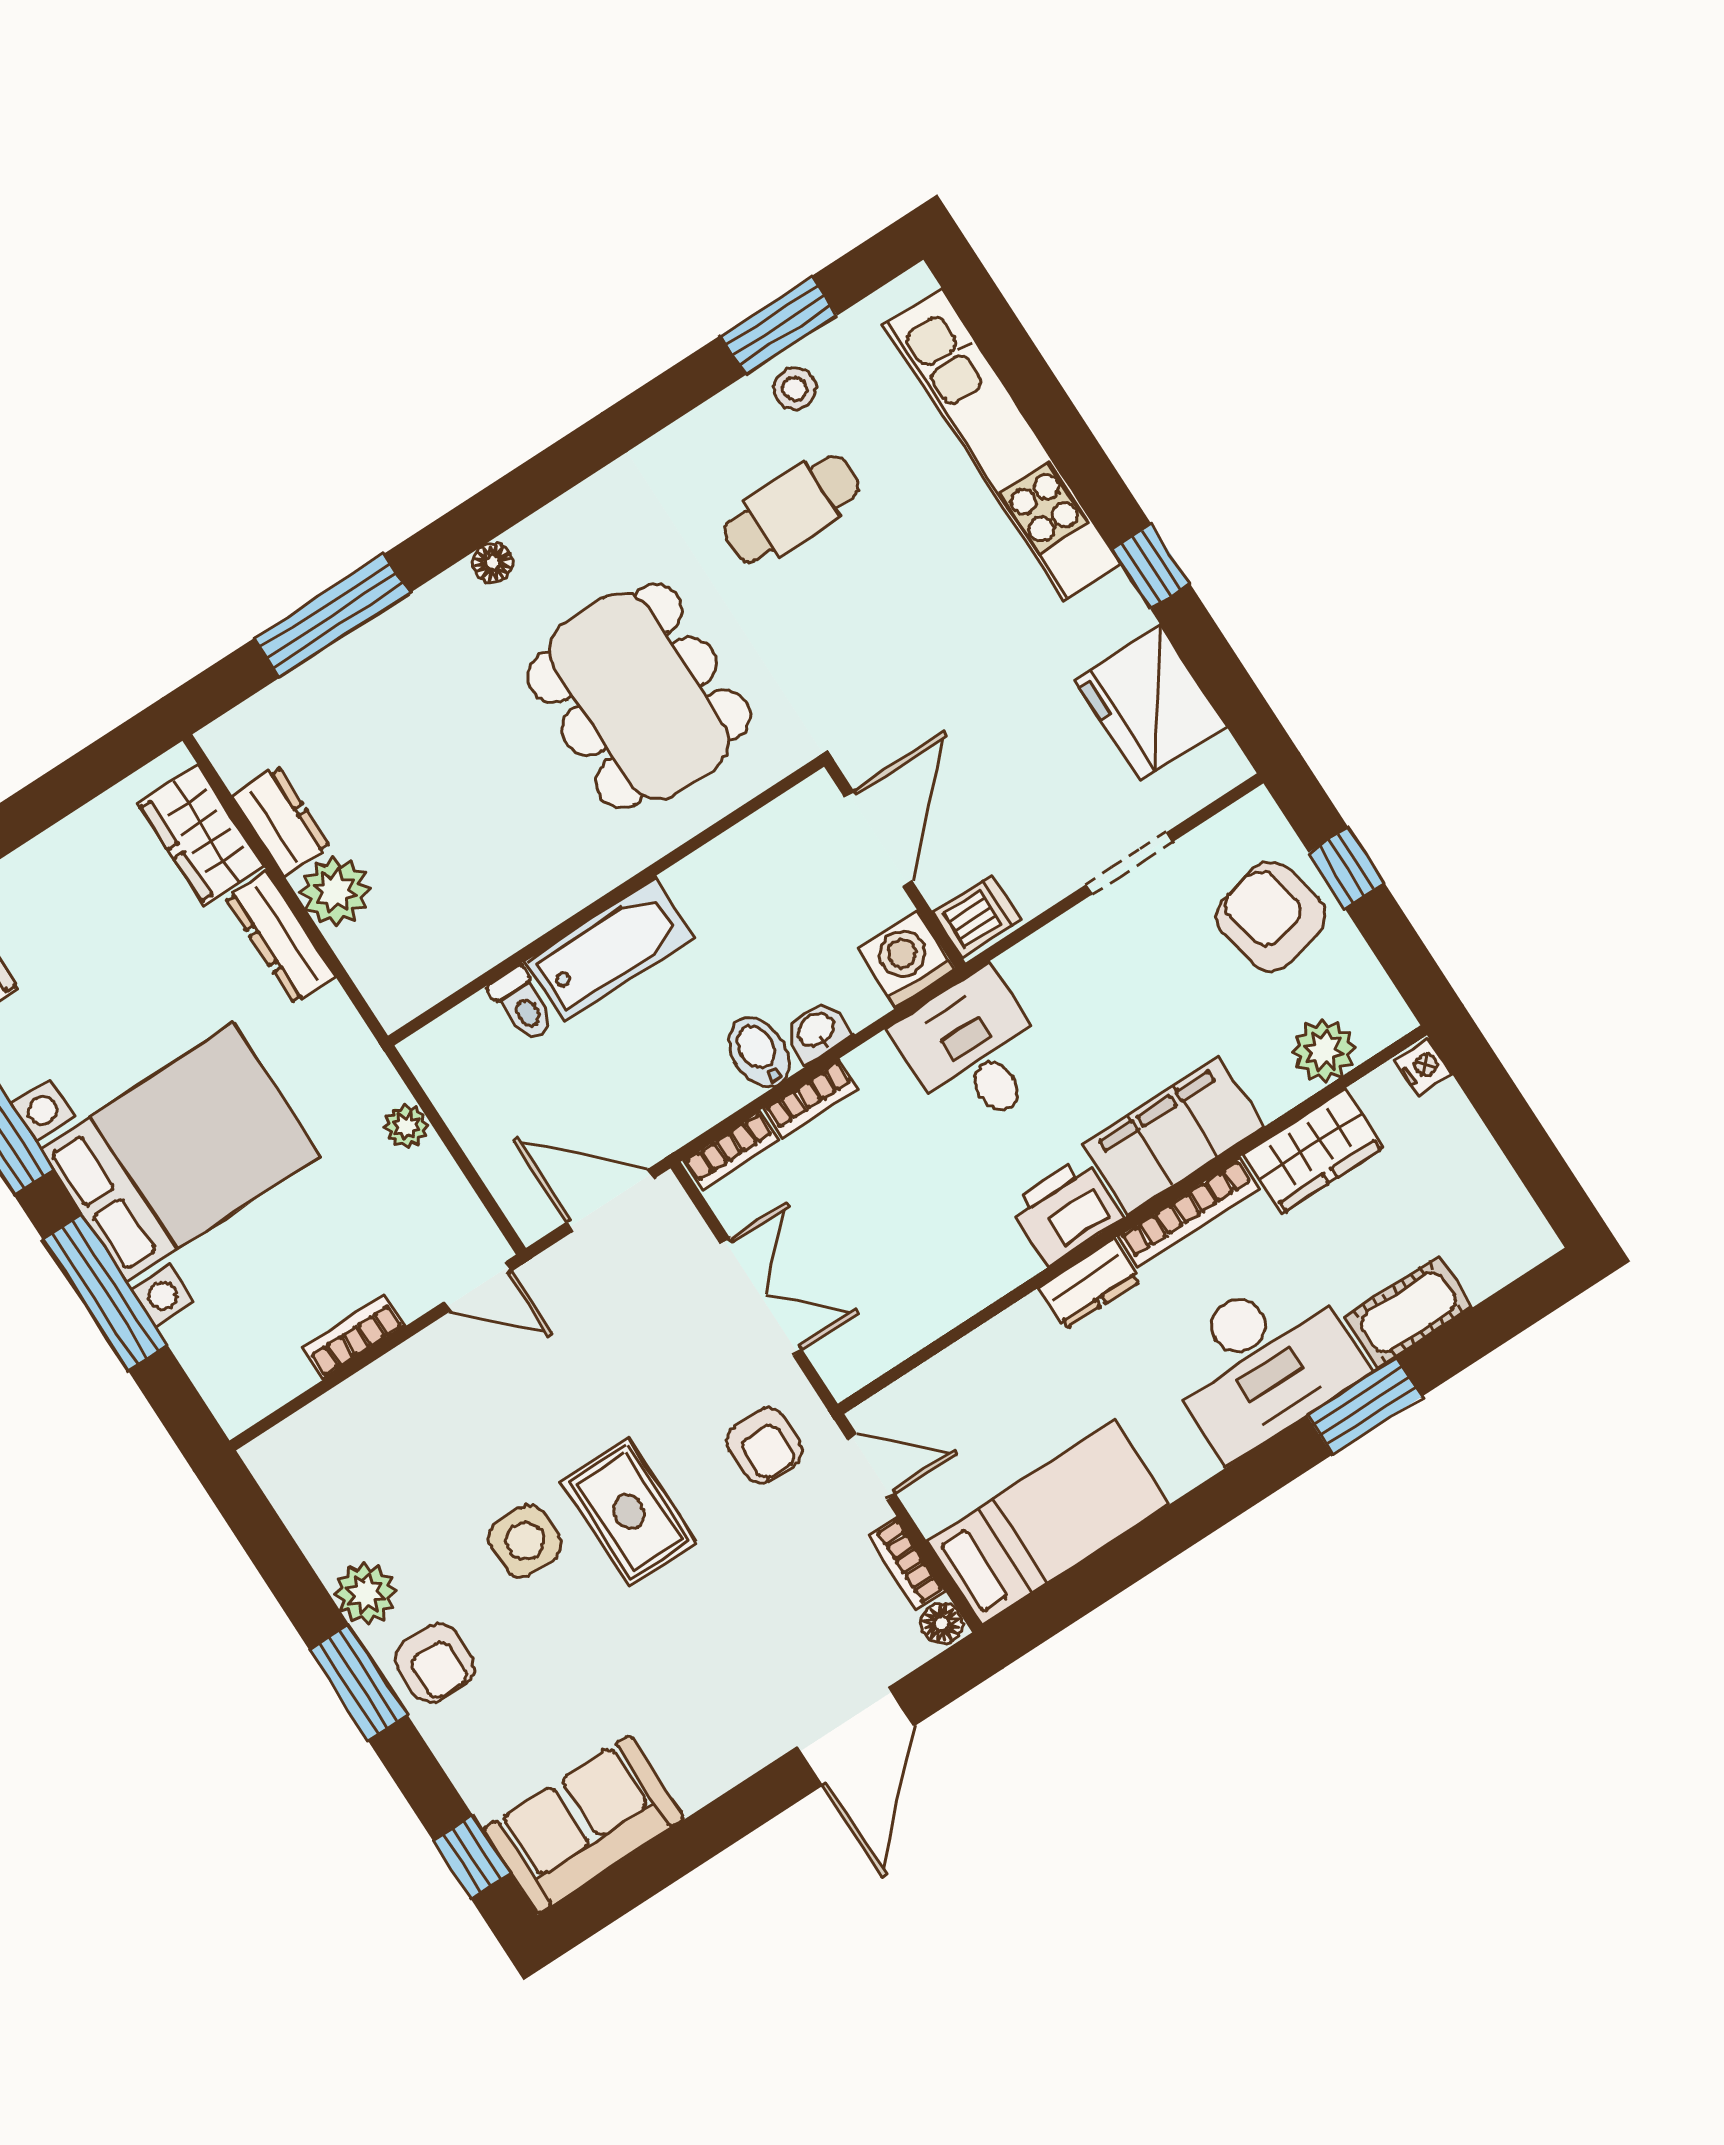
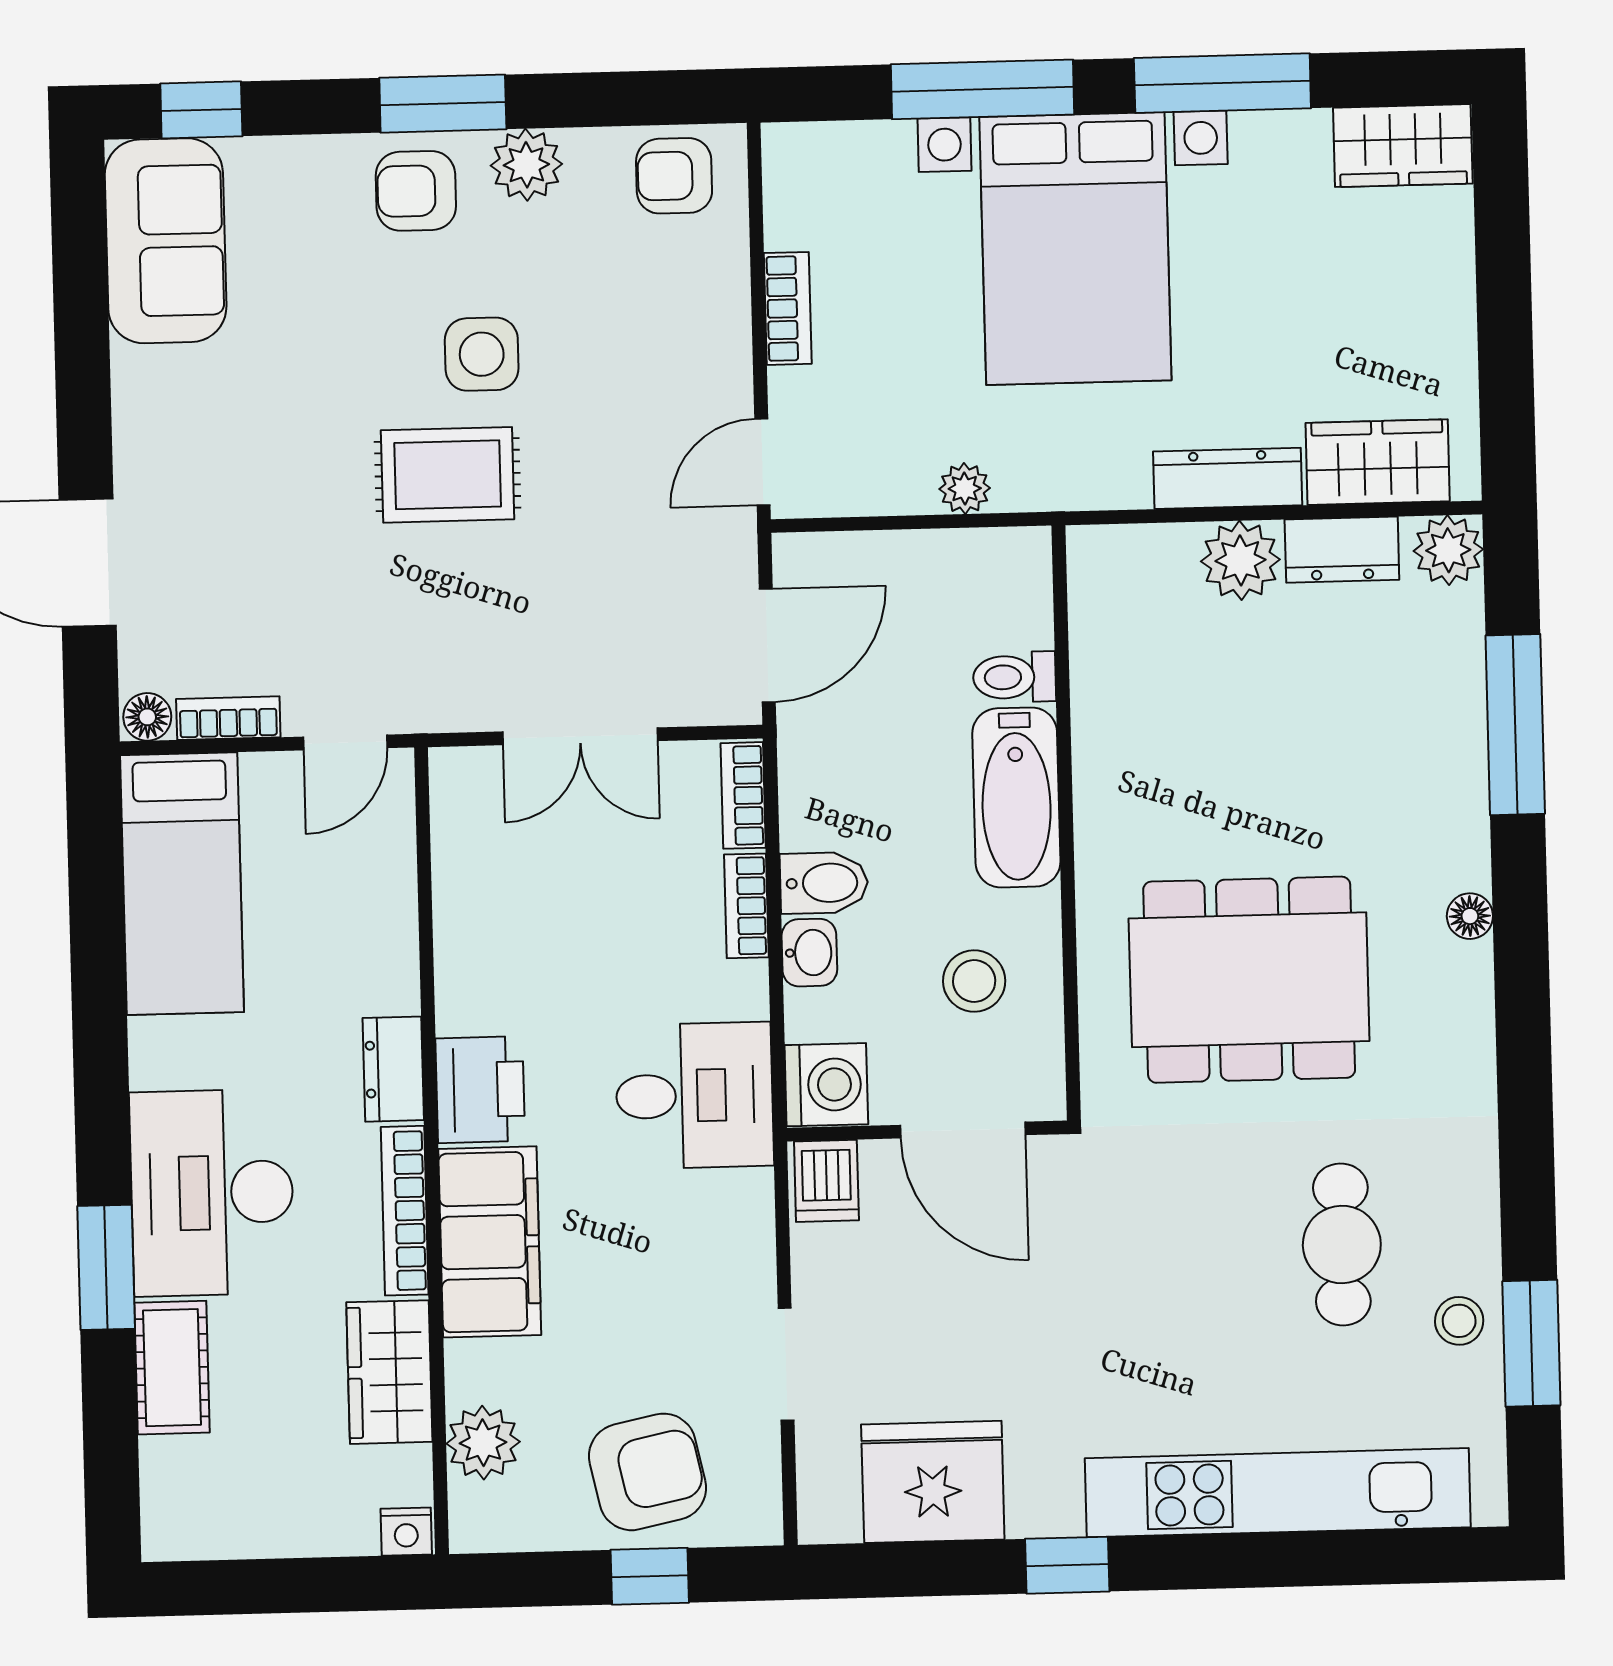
plant: (234, 743) -> (1448, 550), added
stool: (764, 897) -> (974, 981), added
armchair: (764, 1445) -> (674, 176), moved

